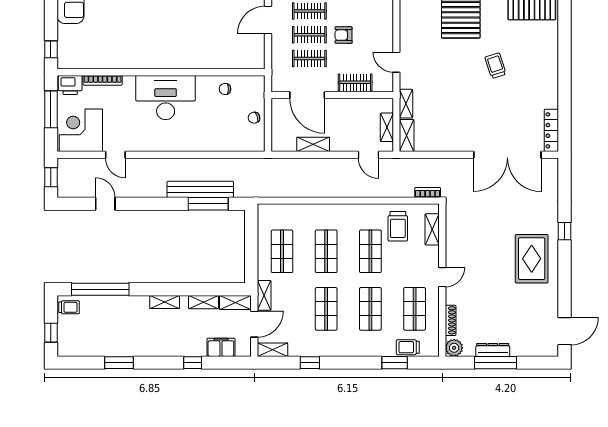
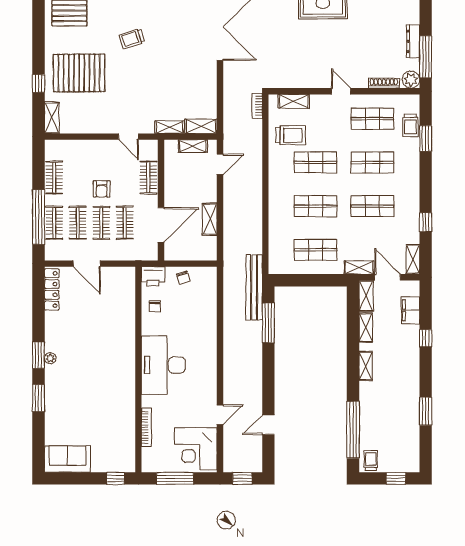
door: (396, 62) -> (128, 137), hinge flipped
printer: (70, 85) -> (153, 276), moved, turned 90
bench: (200, 189) -> (254, 287), moved
window: (496, 363) -> (426, 57), moved

